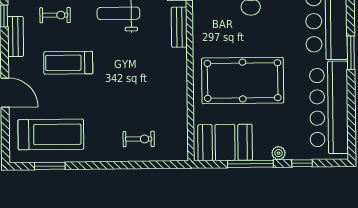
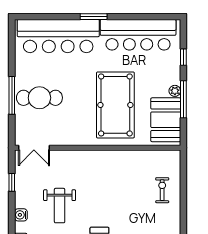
bench: (179, 27) -> (71, 156), removed
plant: (279, 153) -> (175, 91), moved

